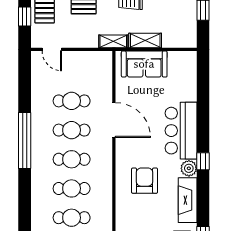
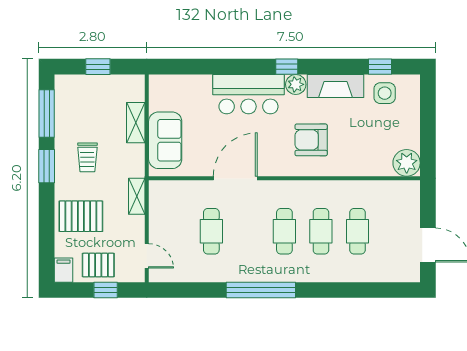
shelving: (145, 40) -> (136, 123), moved
shelving: (113, 41) -> (137, 196), moved
door: (52, 49) -> (147, 256), hinge flipped
cafe table: (72, 130) -> (248, 231), removed

